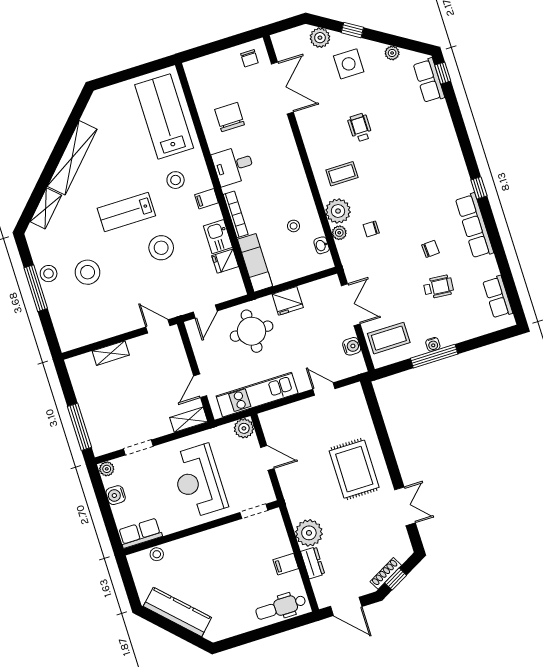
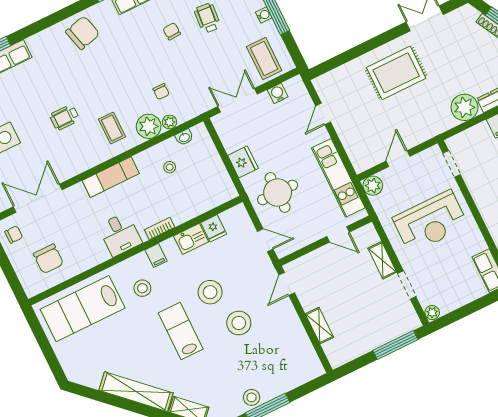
chair: (230, 117) -> (48, 259), moved, turned -90
chair: (443, 159) -> (83, 33), added
lab bench: (126, 212) -> (181, 331), turned 180
bookcase: (236, 214) -> (160, 229), width x0.64
exam couch: (255, 263) -> (111, 177), moved, turned 180
stool: (88, 272) -> (239, 323), moved
shelving: (189, 420) -> (382, 260), moved
water cooler: (116, 495) -> (456, 300), removed

